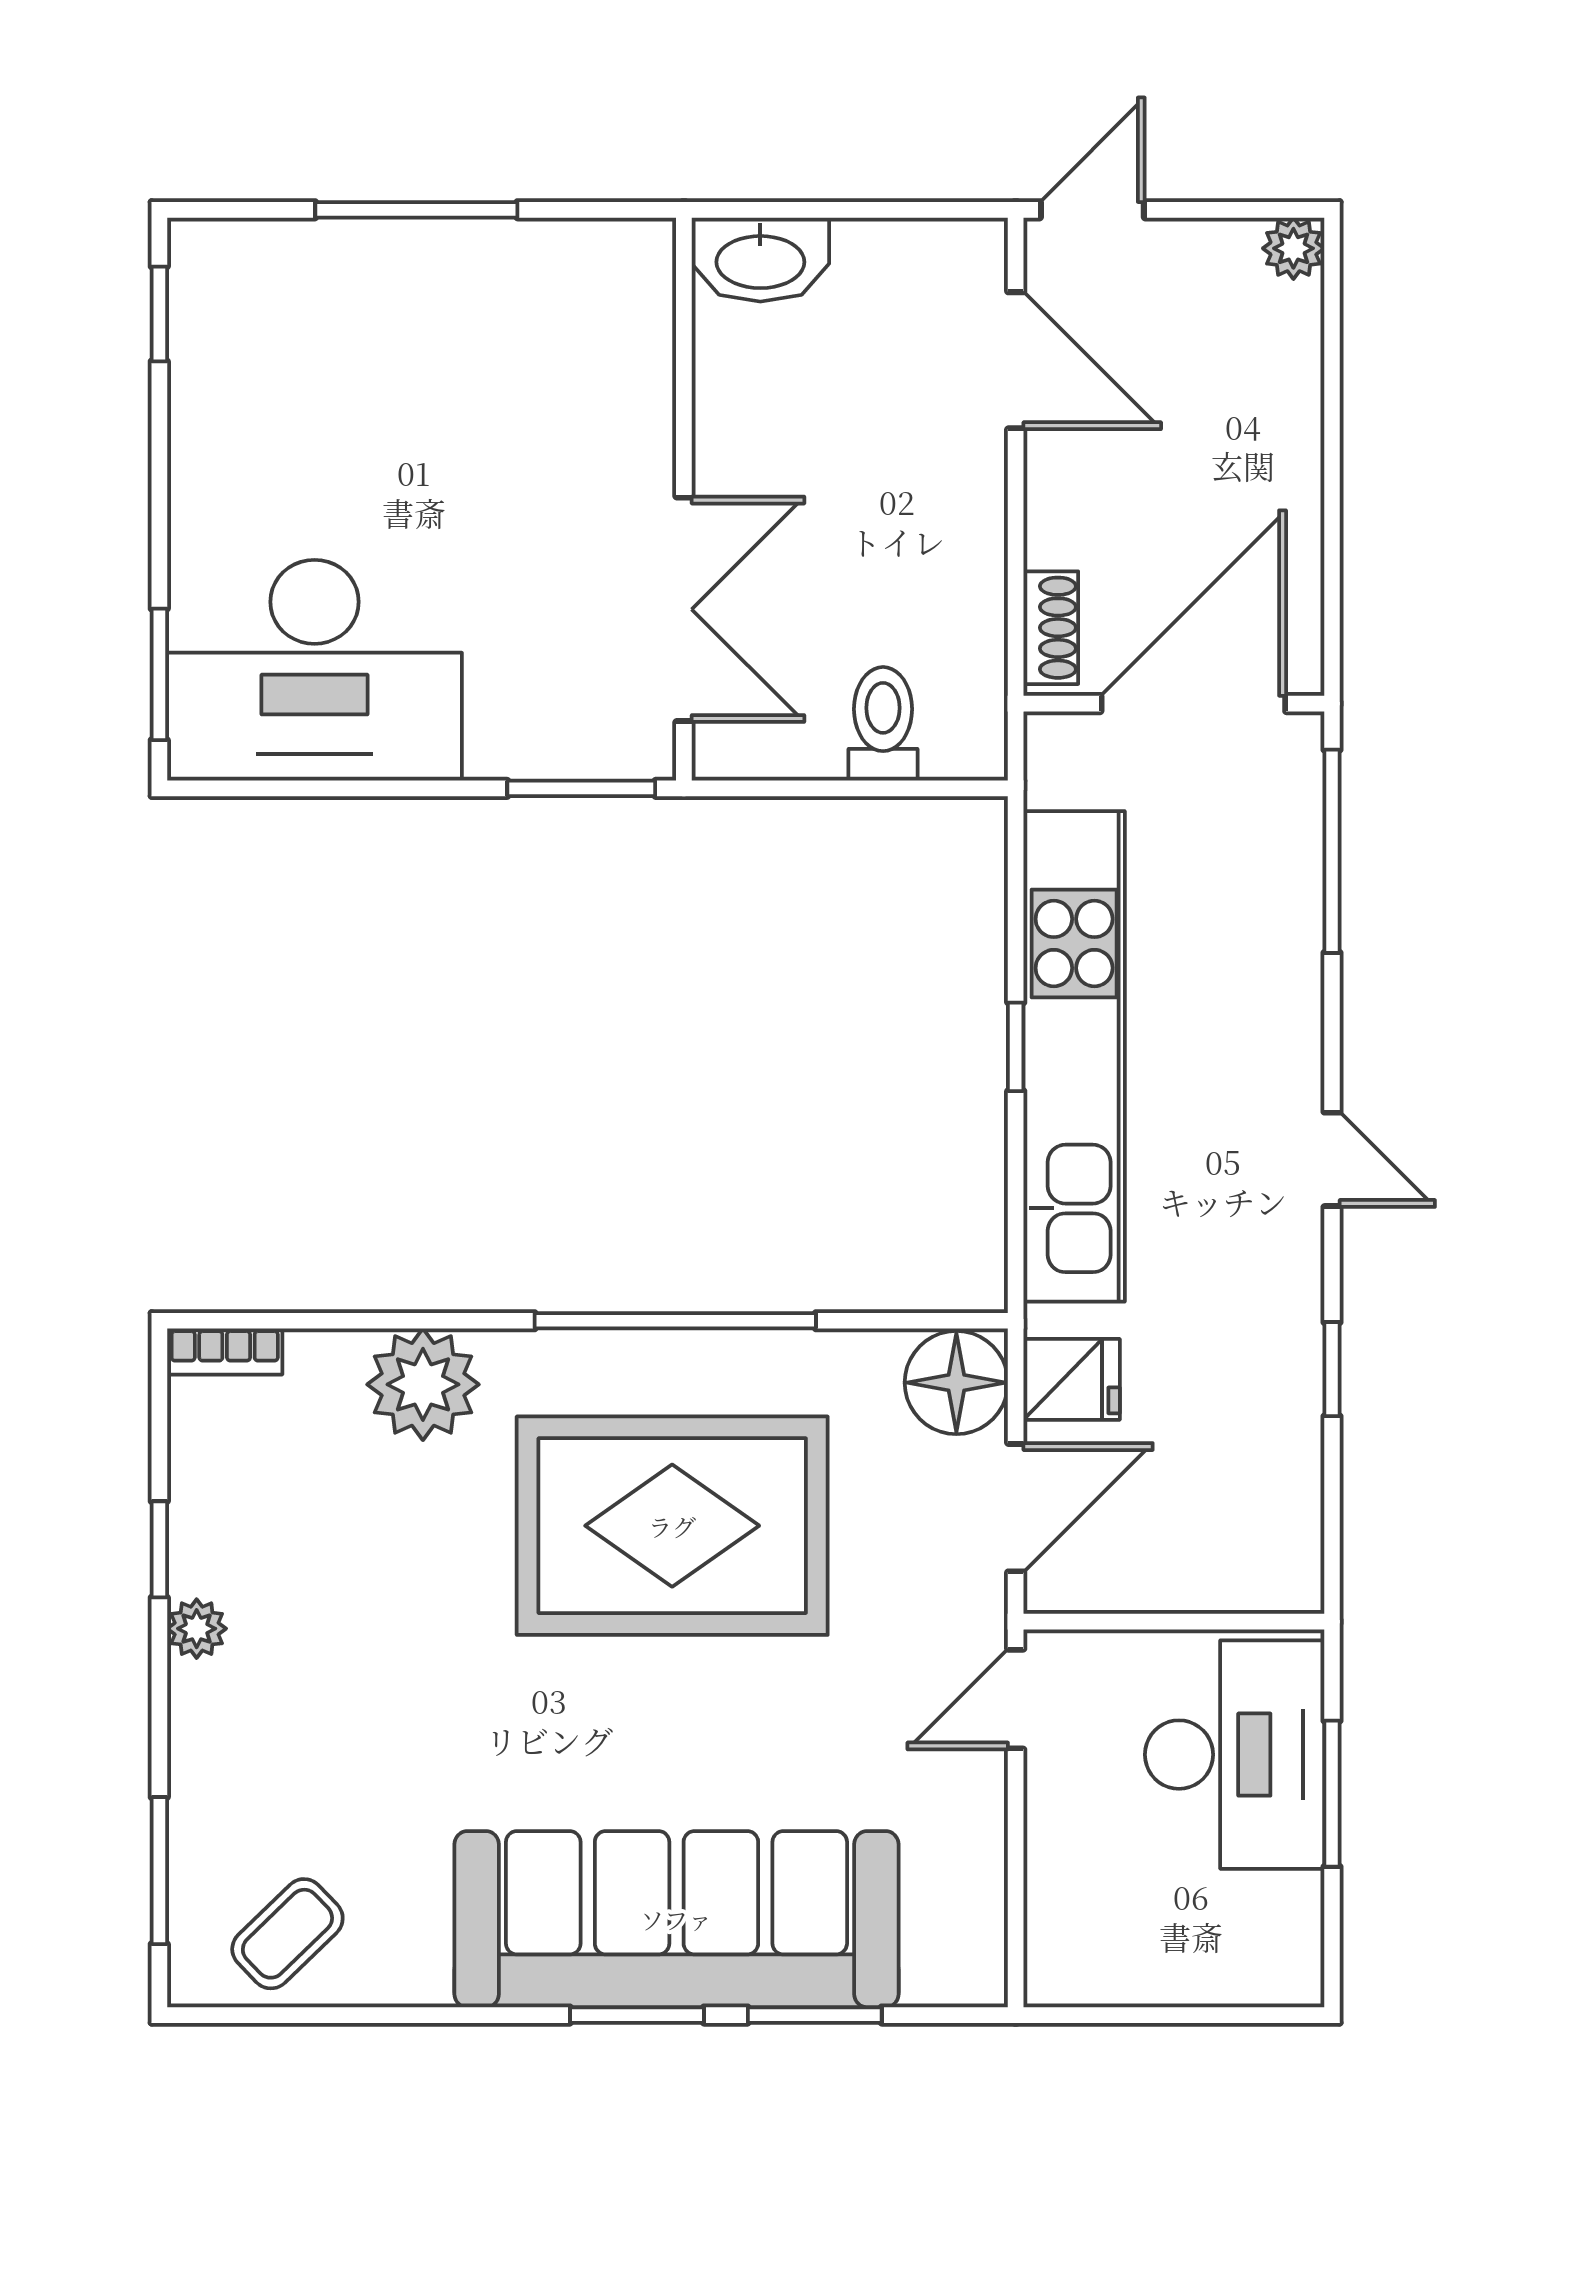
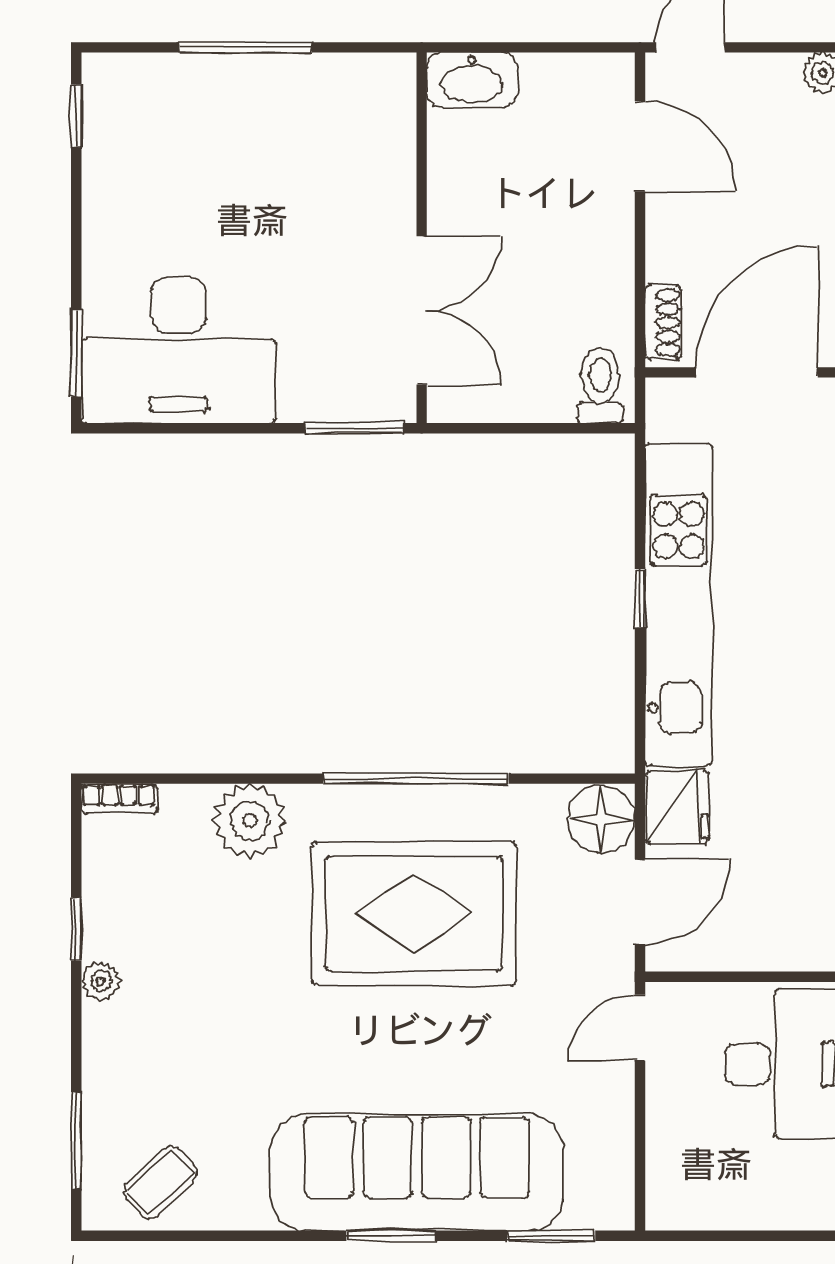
toilet: (883, 724) -> (600, 386), moved
fridge: (1072, 1379) -> (677, 807), width x1.38
window: (815, 2015) -> (551, 1236), moved

